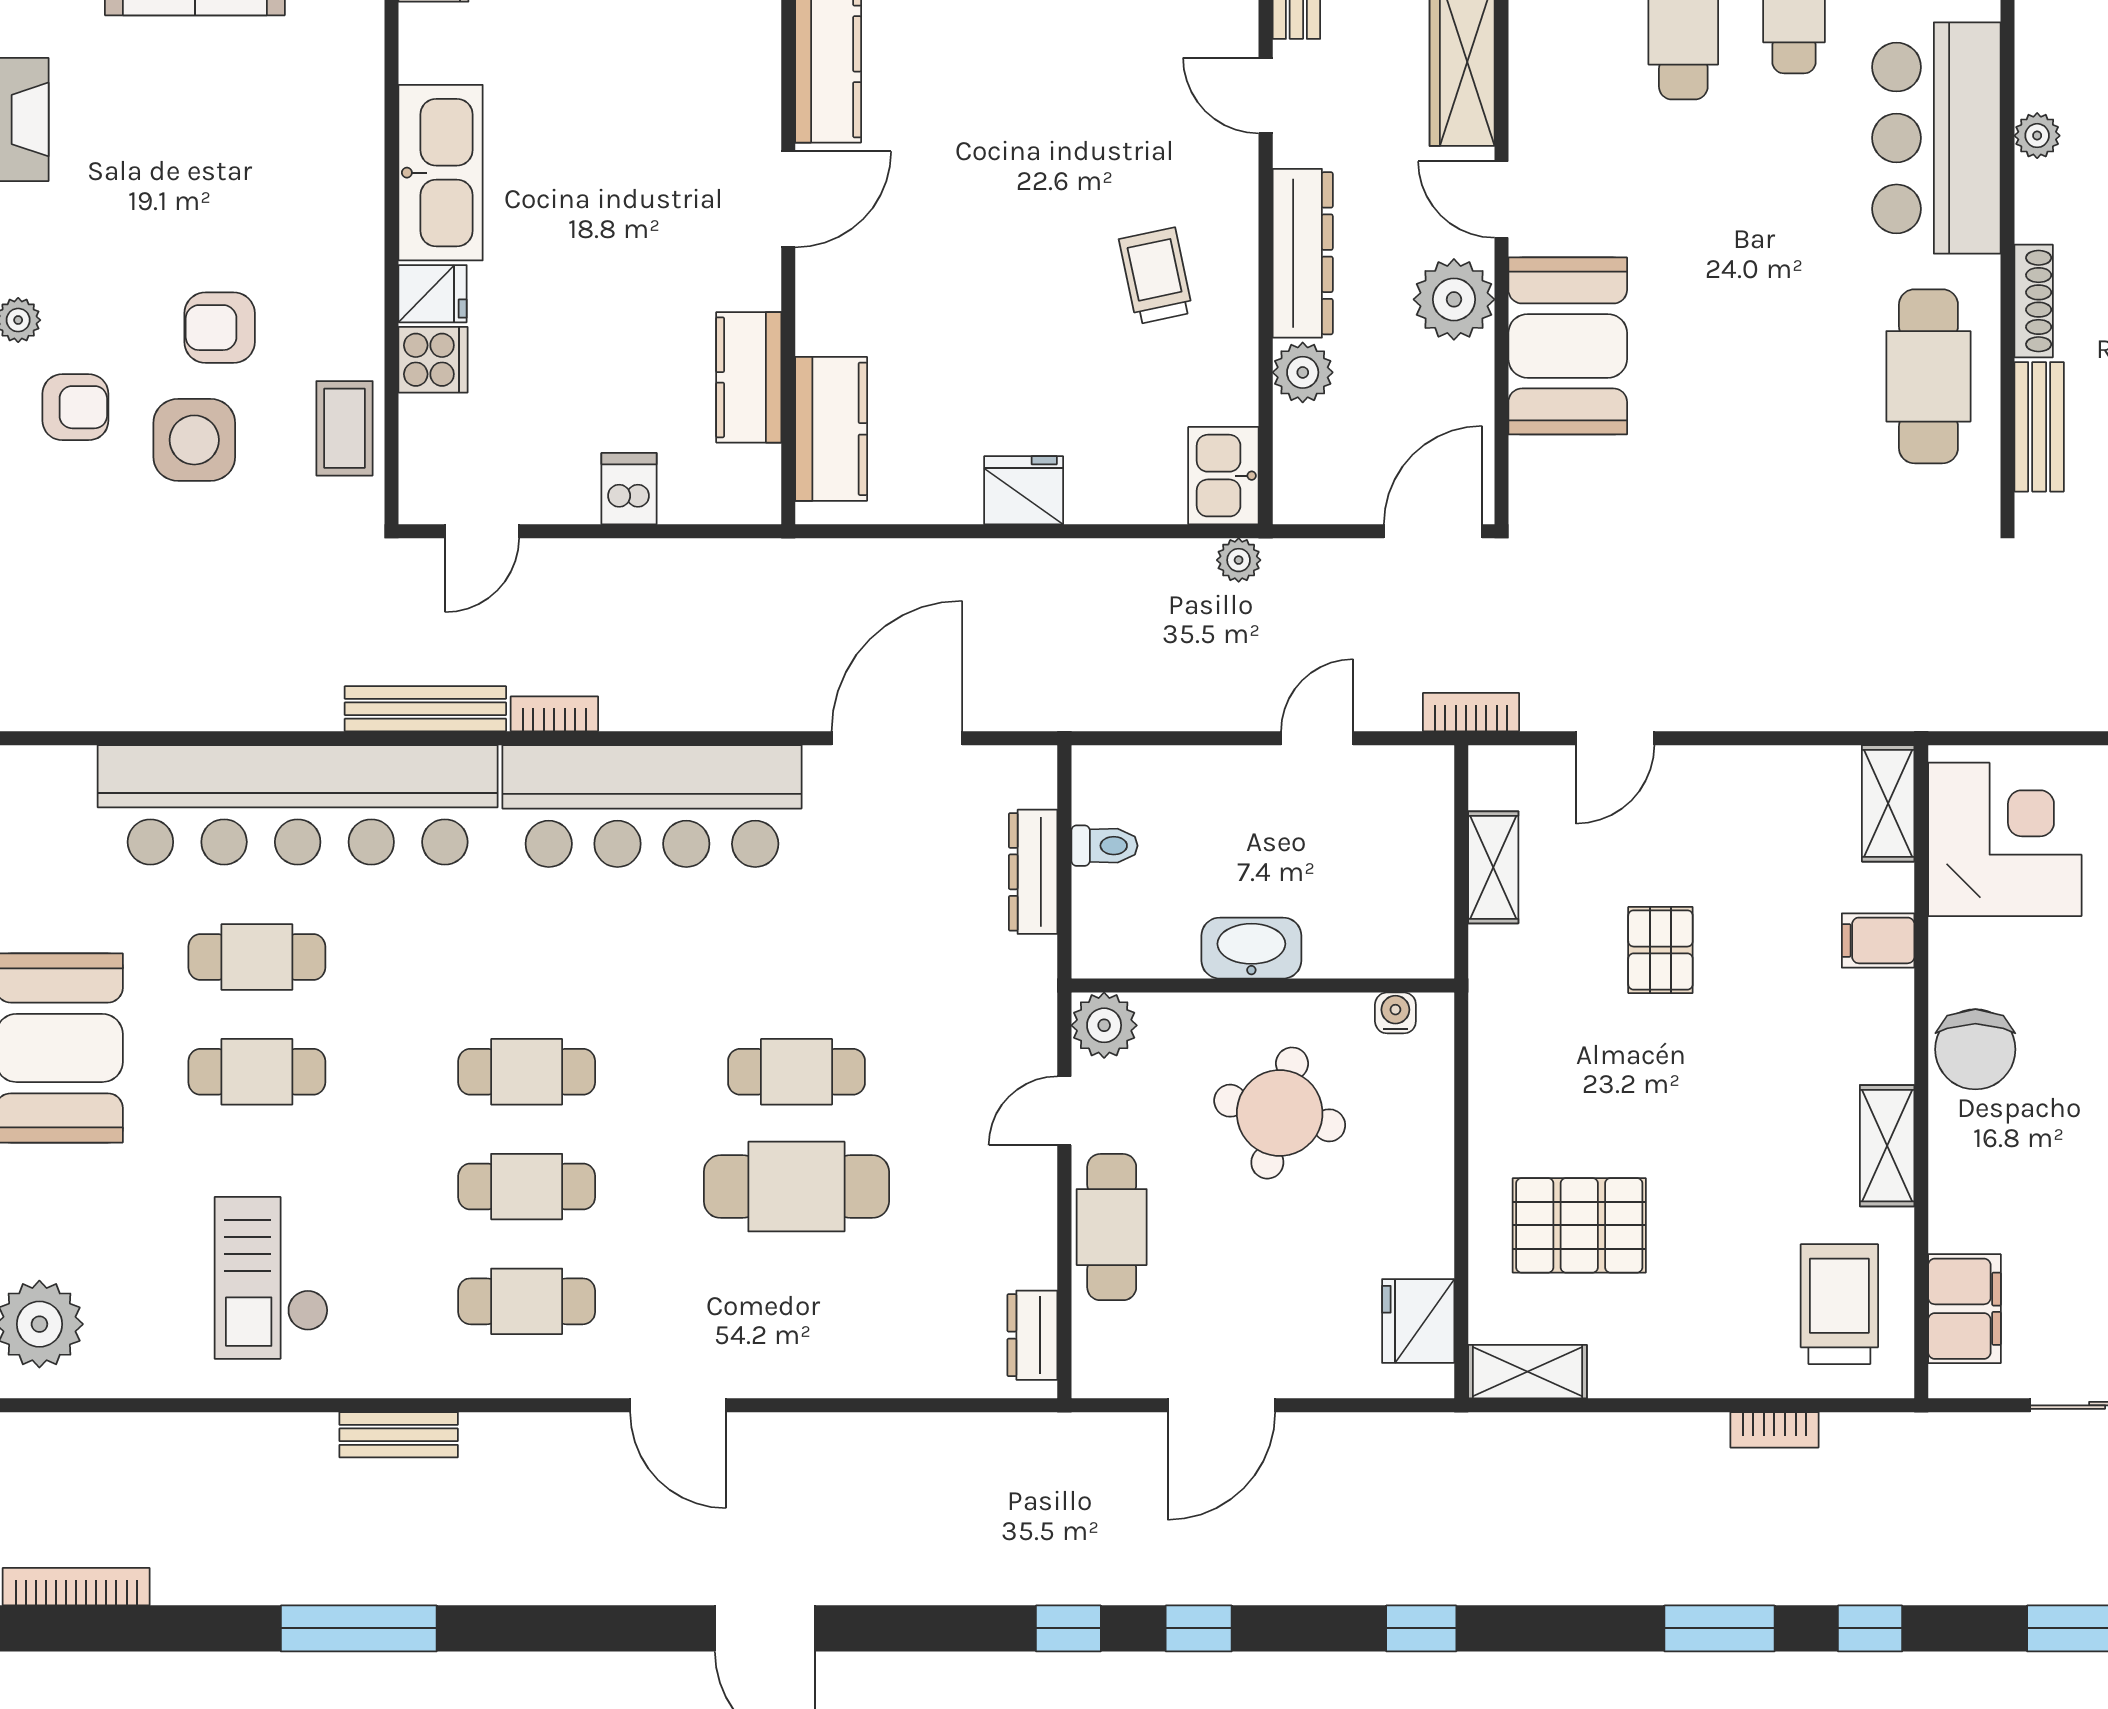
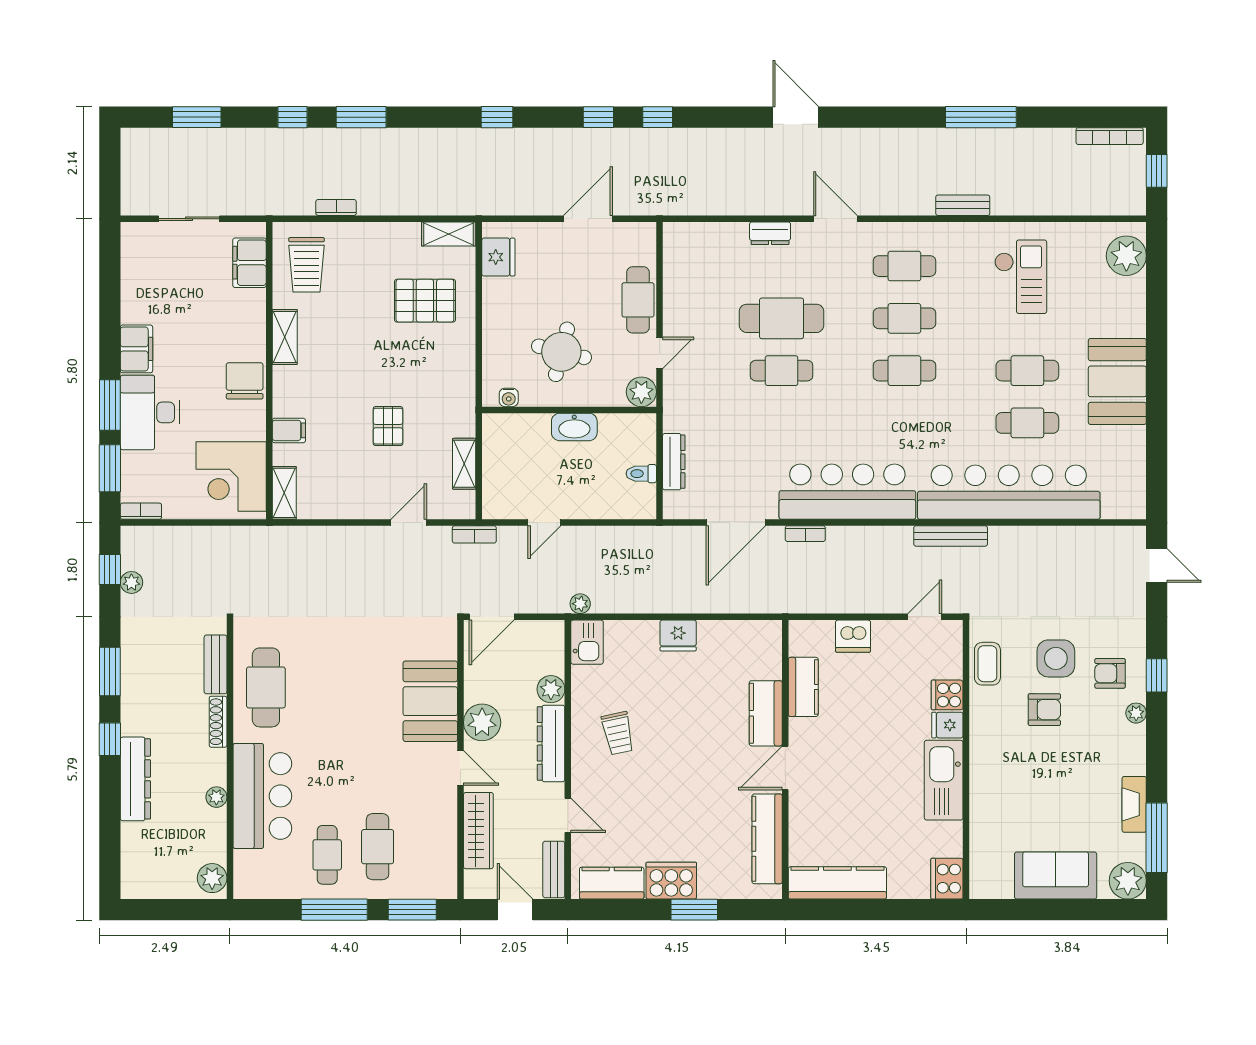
kitchen counter: (831, 429) -> (766, 713), moved
dishwasher: (629, 489) -> (853, 636), width x1.38
bookcase: (554, 714) -> (805, 534), moved
dresser: (1032, 1335) -> (770, 233), moved, turned 90

